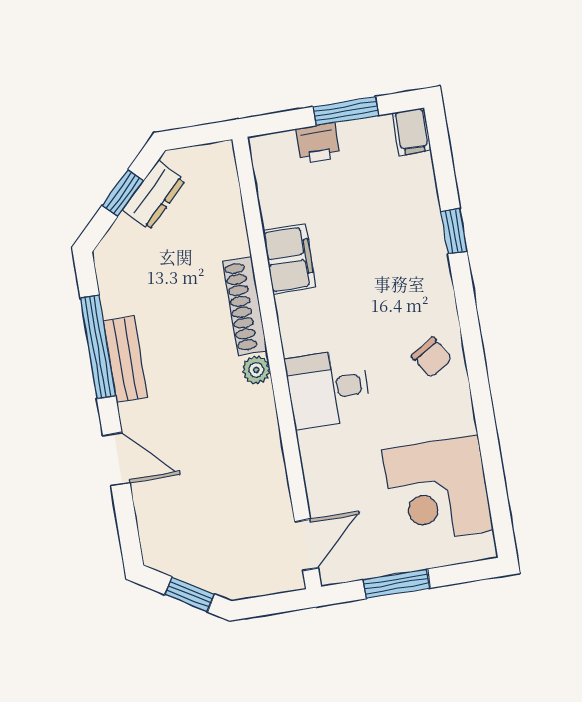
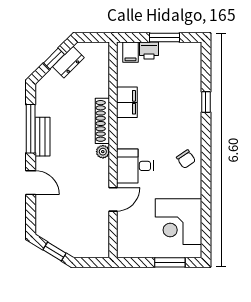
filing cabinet: (412, 132) -> (130, 52), moved
door: (307, 545) -> (113, 199), moved
window: (397, 584) -> (170, 262), moved

